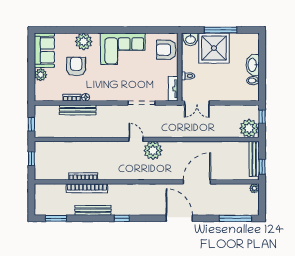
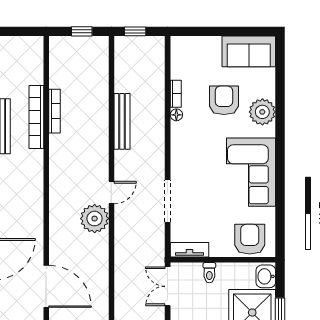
armchair: (76, 66) -> (224, 100), turned -90
plant: (41, 75) -> (211, 46), removed
bench: (78, 110) -> (122, 121), moved

